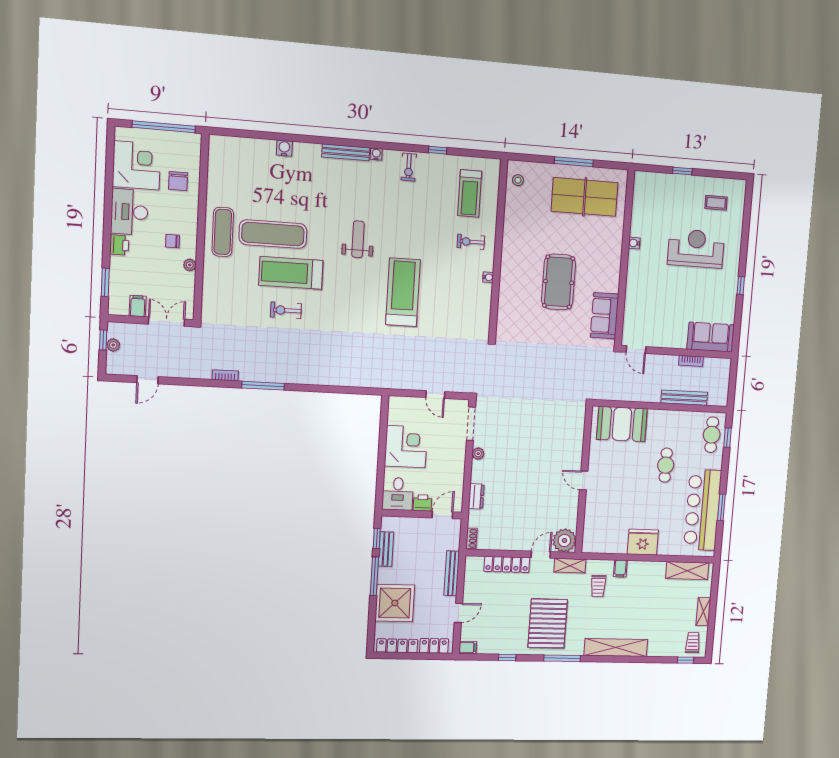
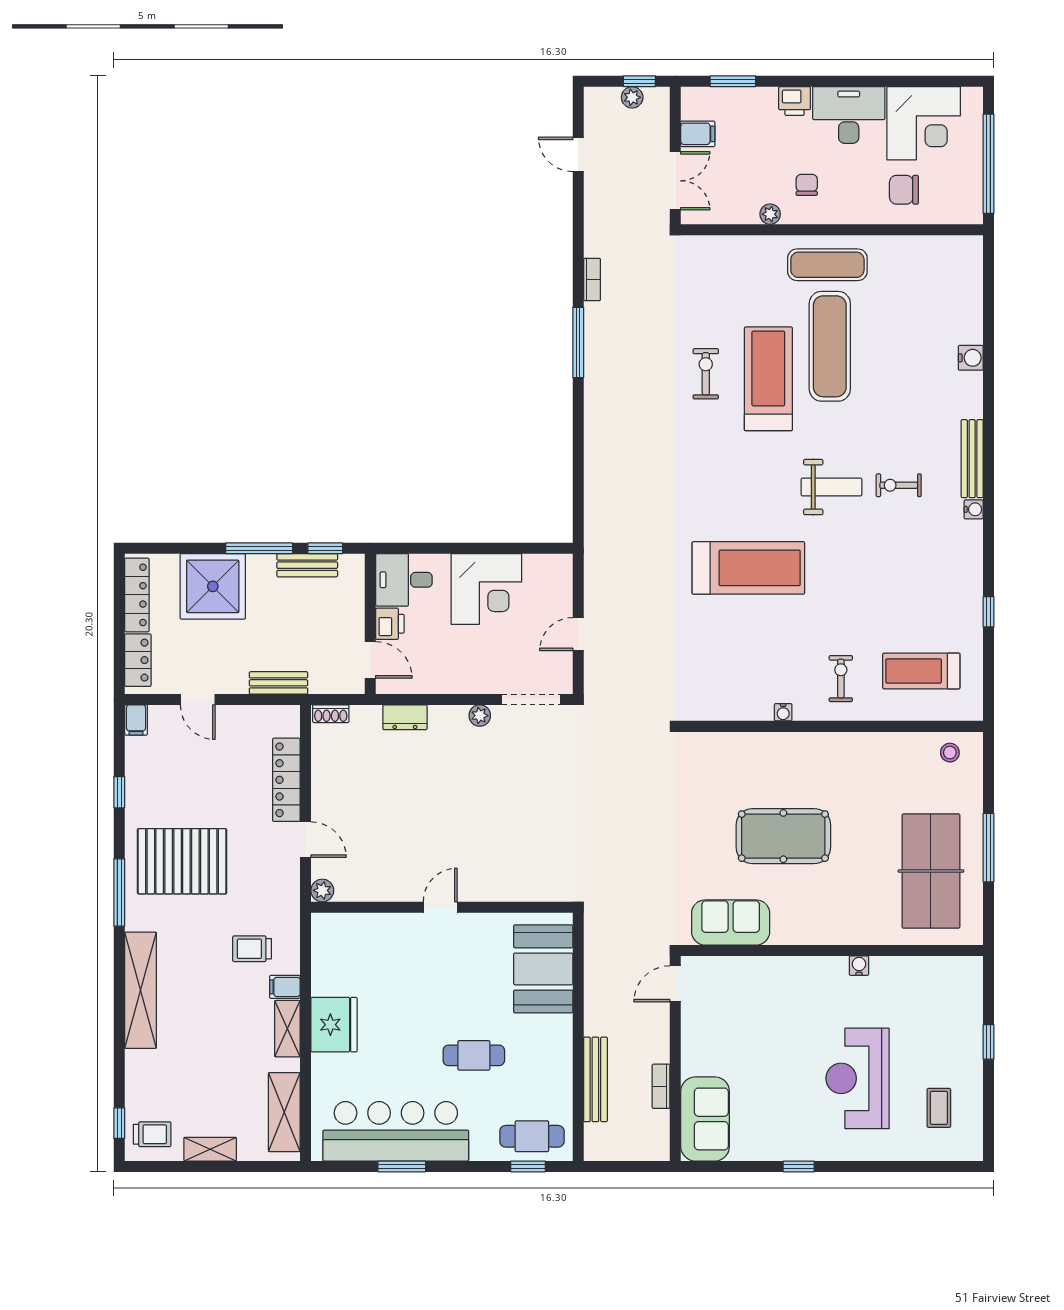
exercise bike: (409, 167) -> (899, 485), moved
reception desk: (696, 248) -> (858, 1078), turned 180
plant: (564, 540) -> (322, 890), width x0.53, depth x0.53
shelving: (570, 566) -> (287, 1029), moved
bench: (452, 573) -> (279, 683), width x0.73

